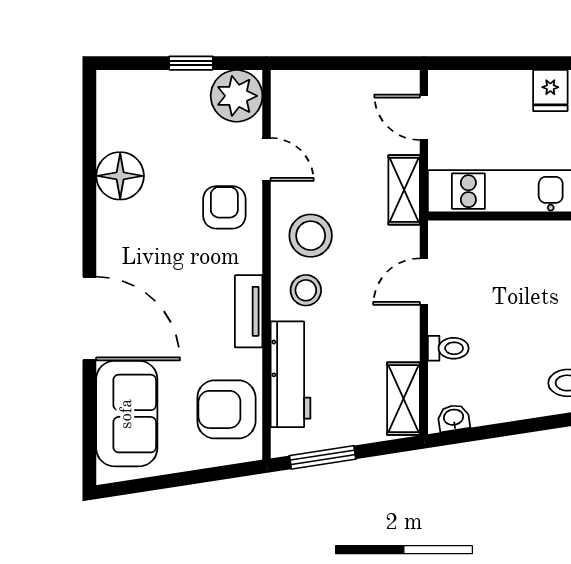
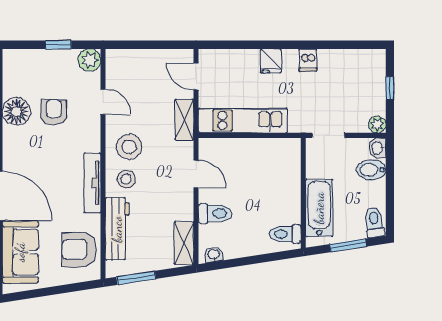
plant: (237, 96) -> (89, 60), width x0.73, depth x0.73
armchair: (224, 207) -> (54, 112), moved
door: (424, 282) -> (196, 174), swing flipped
tv unit: (249, 311) -> (92, 183), width x1.41
toilet: (448, 348) -> (215, 213), width x1.37, depth x1.39

